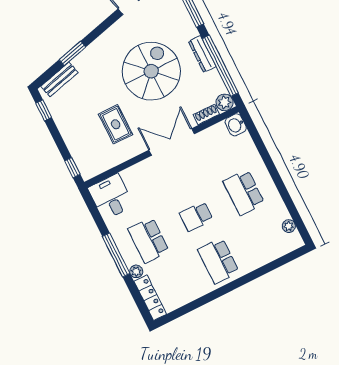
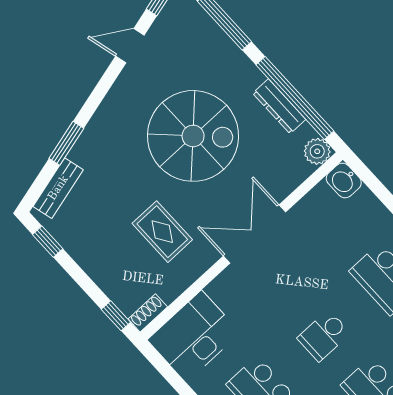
dresser: (202, 54) -> (279, 106), moved
spiral stairs: (151, 71) -> (193, 136), turned 90
shoe rack: (206, 114) -> (148, 313), moved
desk: (111, 197) -> (194, 336), width x1.37

